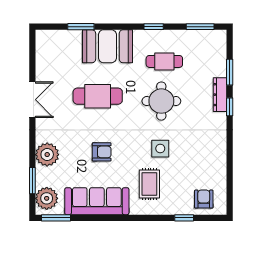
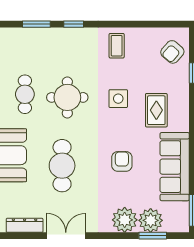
dresser: (220, 95) -> (25, 225), moved, turned 180
coffee table: (210, 147) -> (117, 46), added
rug: (149, 184) -> (156, 110), turned 90
plant: (47, 198) -> (151, 220), moved
armchair: (204, 199) -> (172, 52), turned -49

